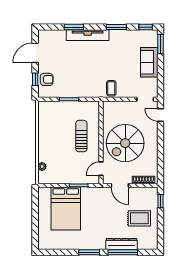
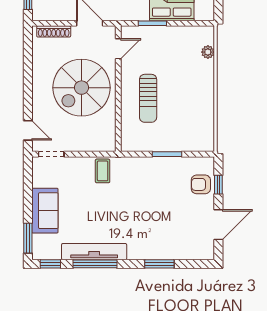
window: (116, 27) -> (95, 264), width x1.44
tv unit: (88, 35) -> (94, 252), moved
spiral stairs: (125, 143) -> (82, 88), turned 180

